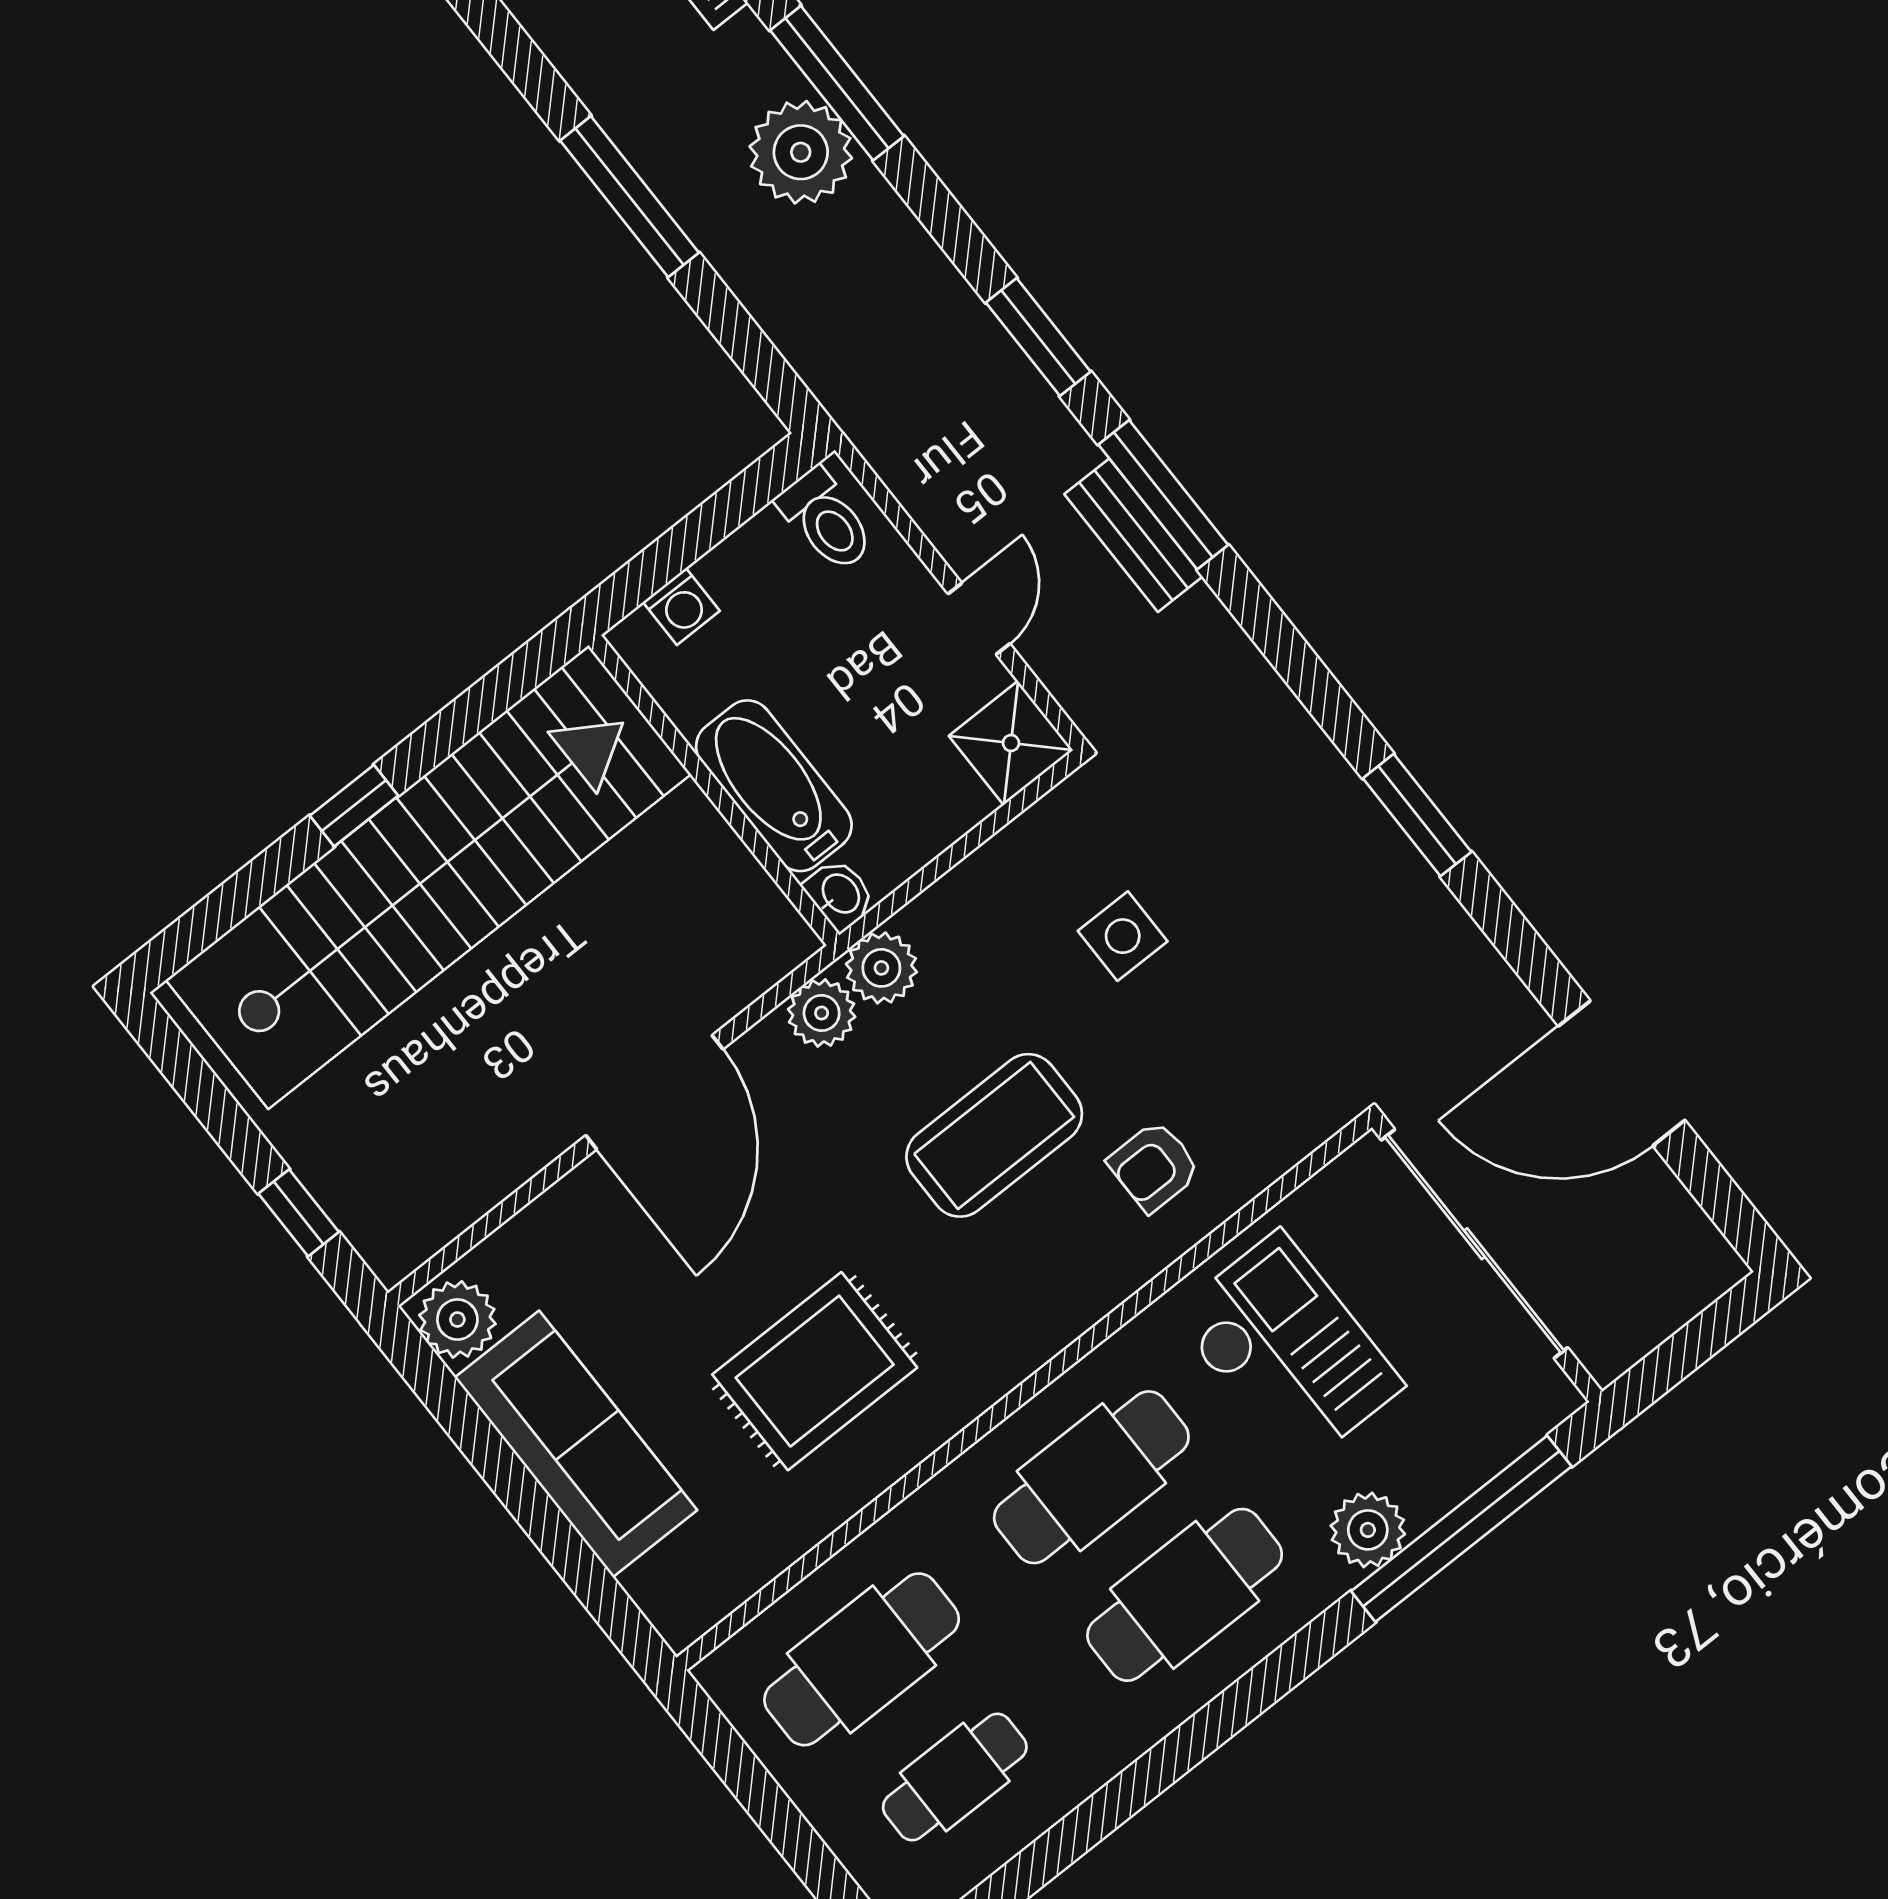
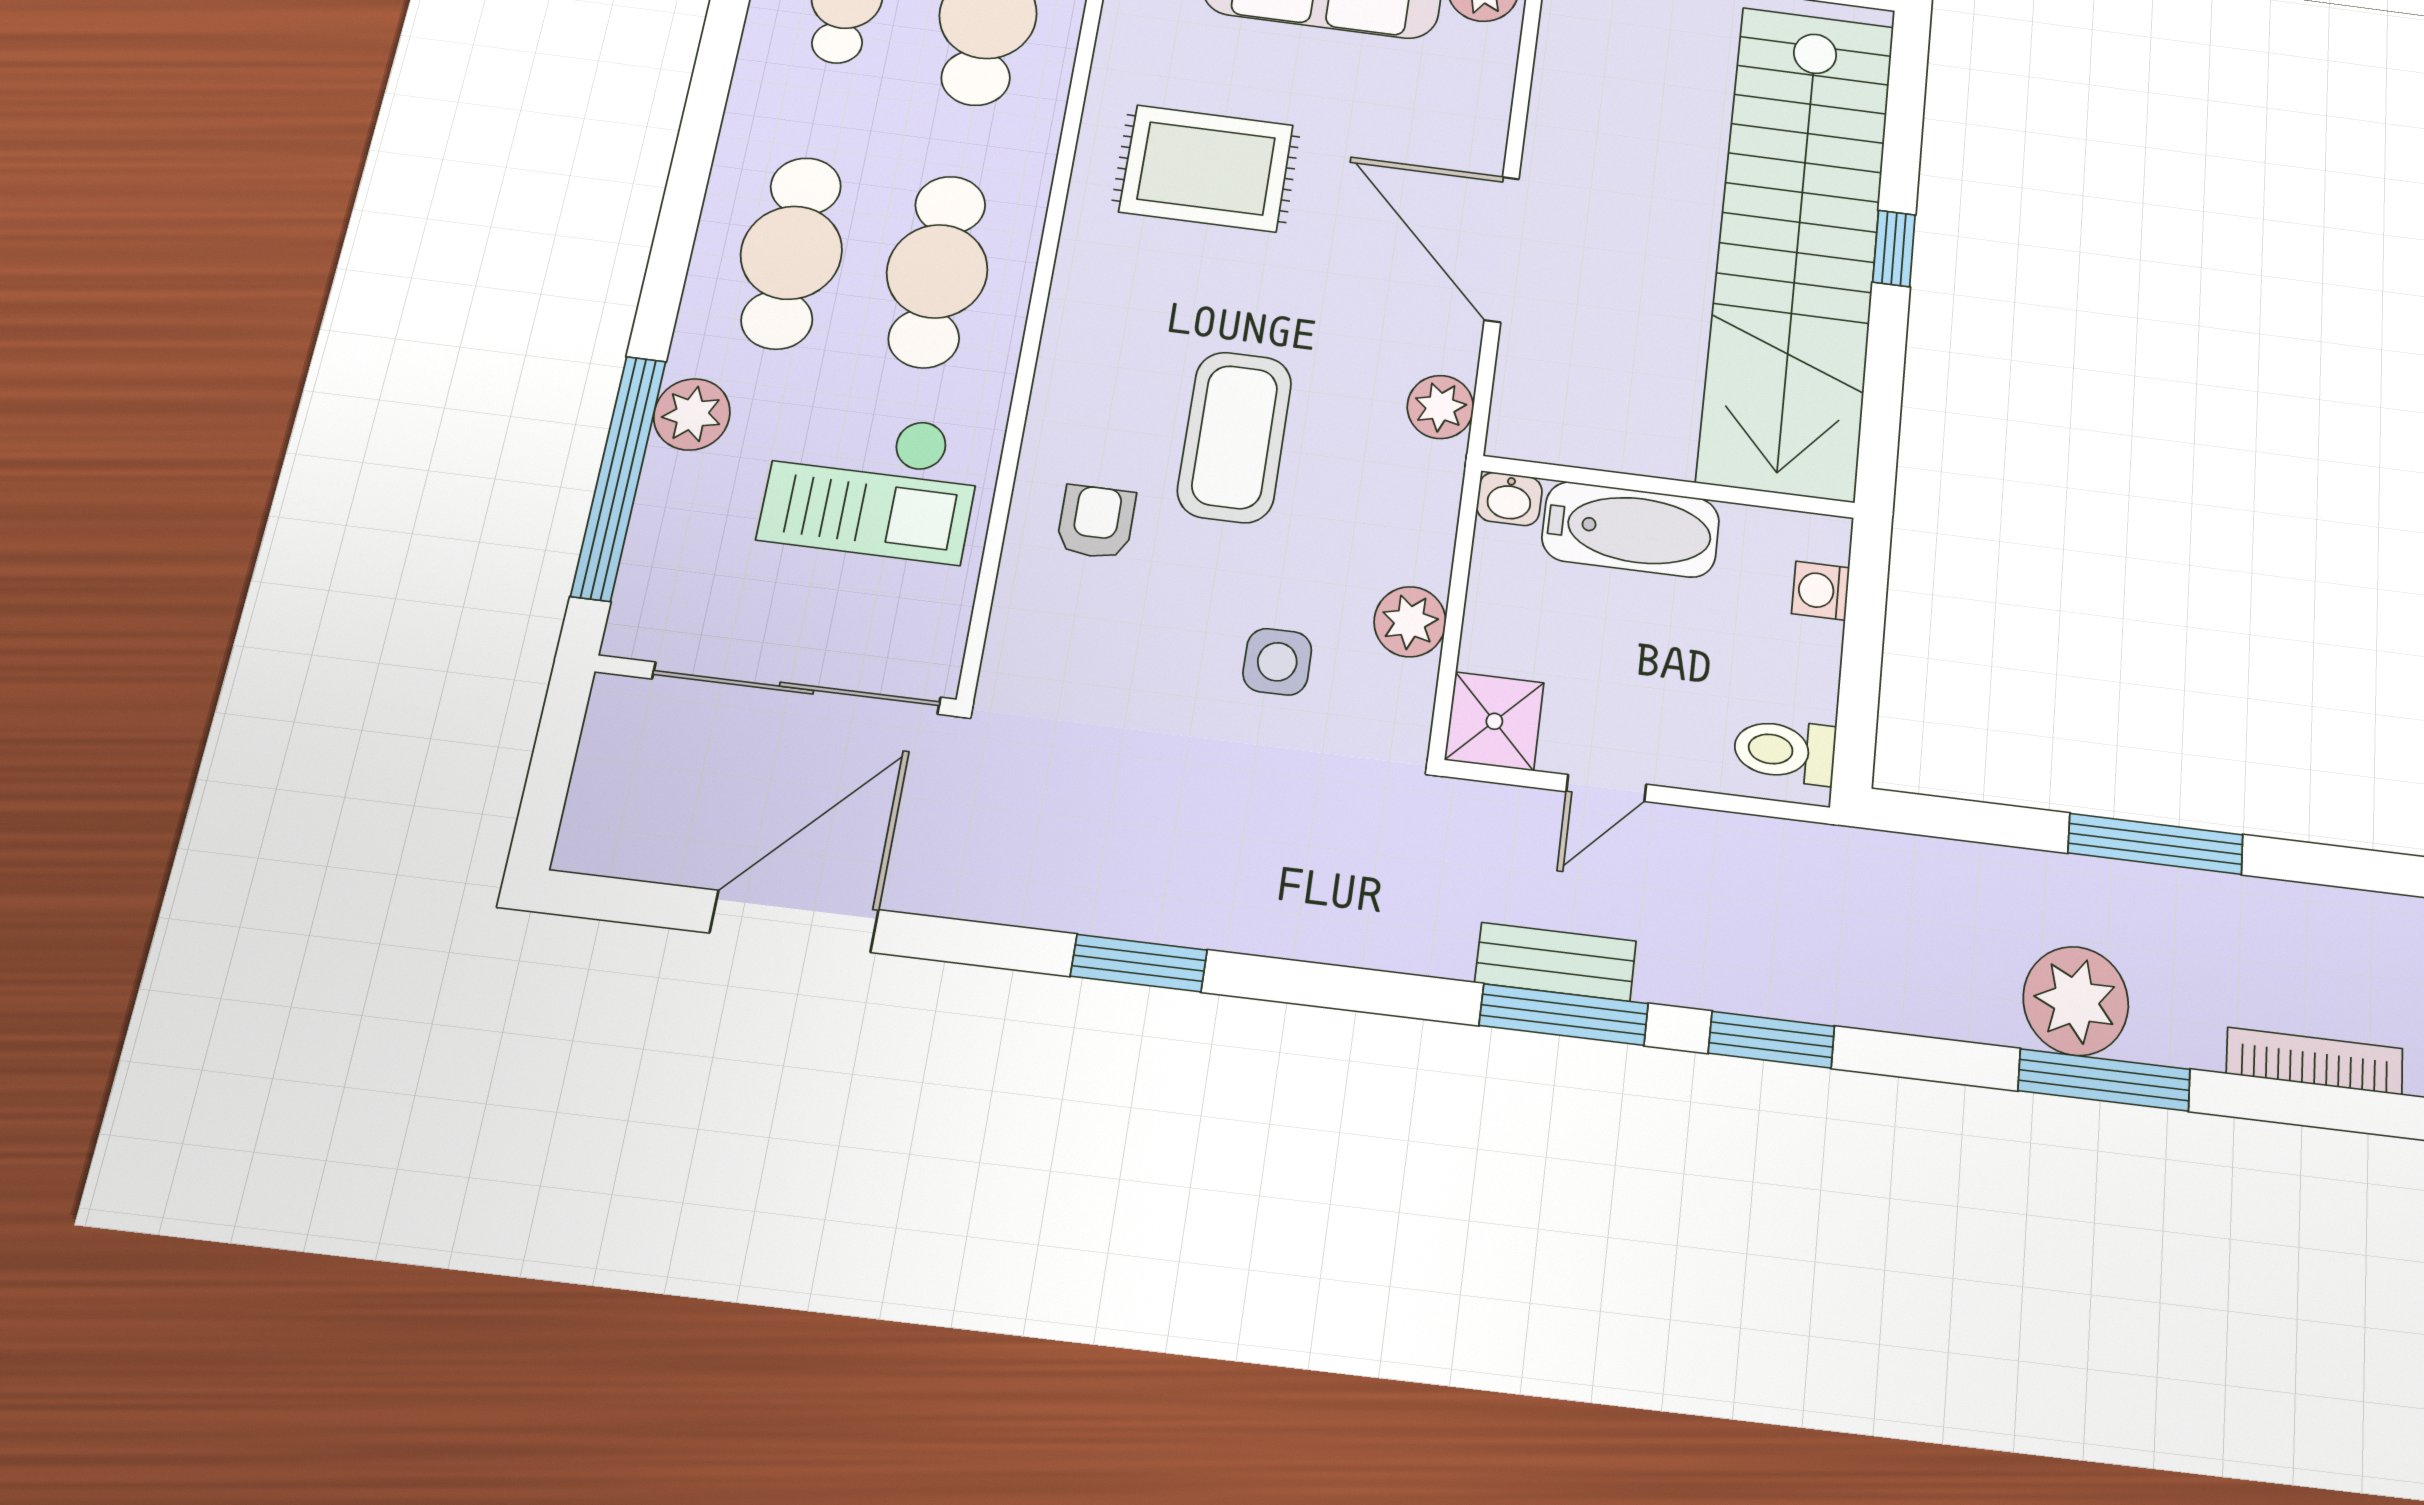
door: (979, 619) -> (1606, 788), hinge flipped
plant: (881, 968) -> (1410, 622), moved
rug: (815, 1371) -> (1206, 168), turned 90

